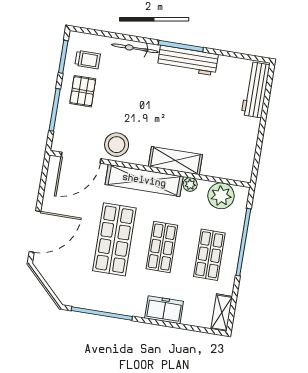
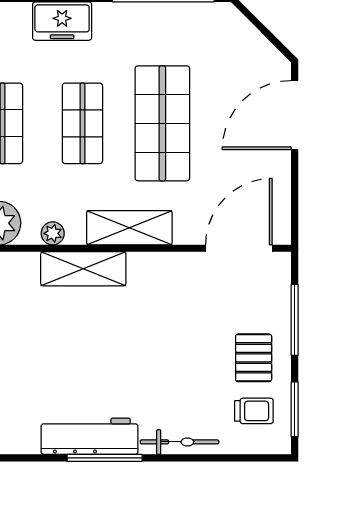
trolley: (88, 60) -> (254, 411), turned 180
stool: (117, 145) -> (184, 279), removed
shelving: (144, 181) -> (129, 228), width x0.68

